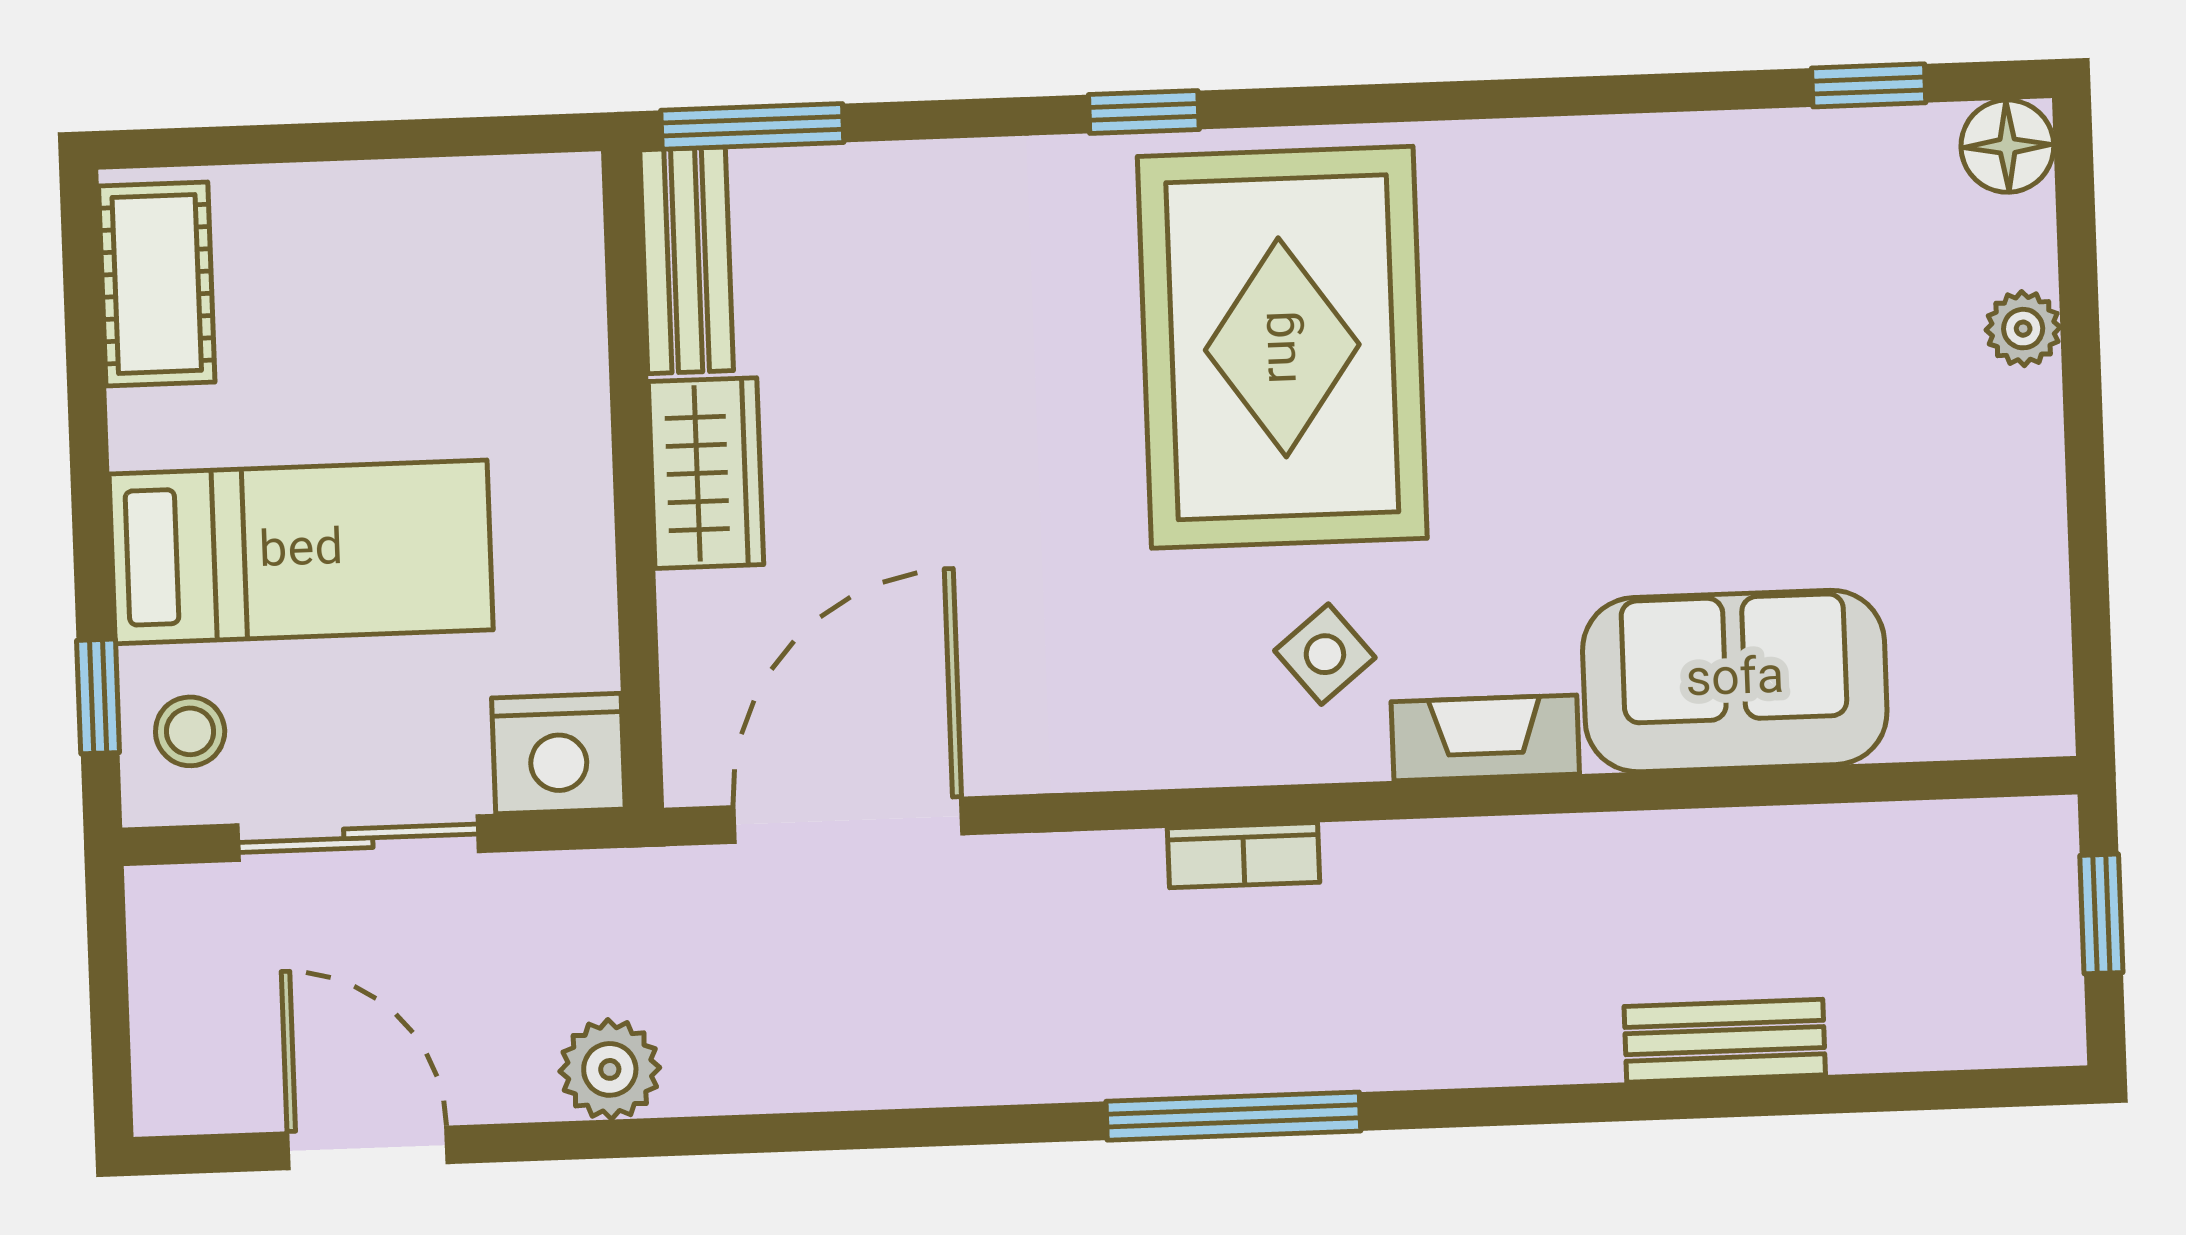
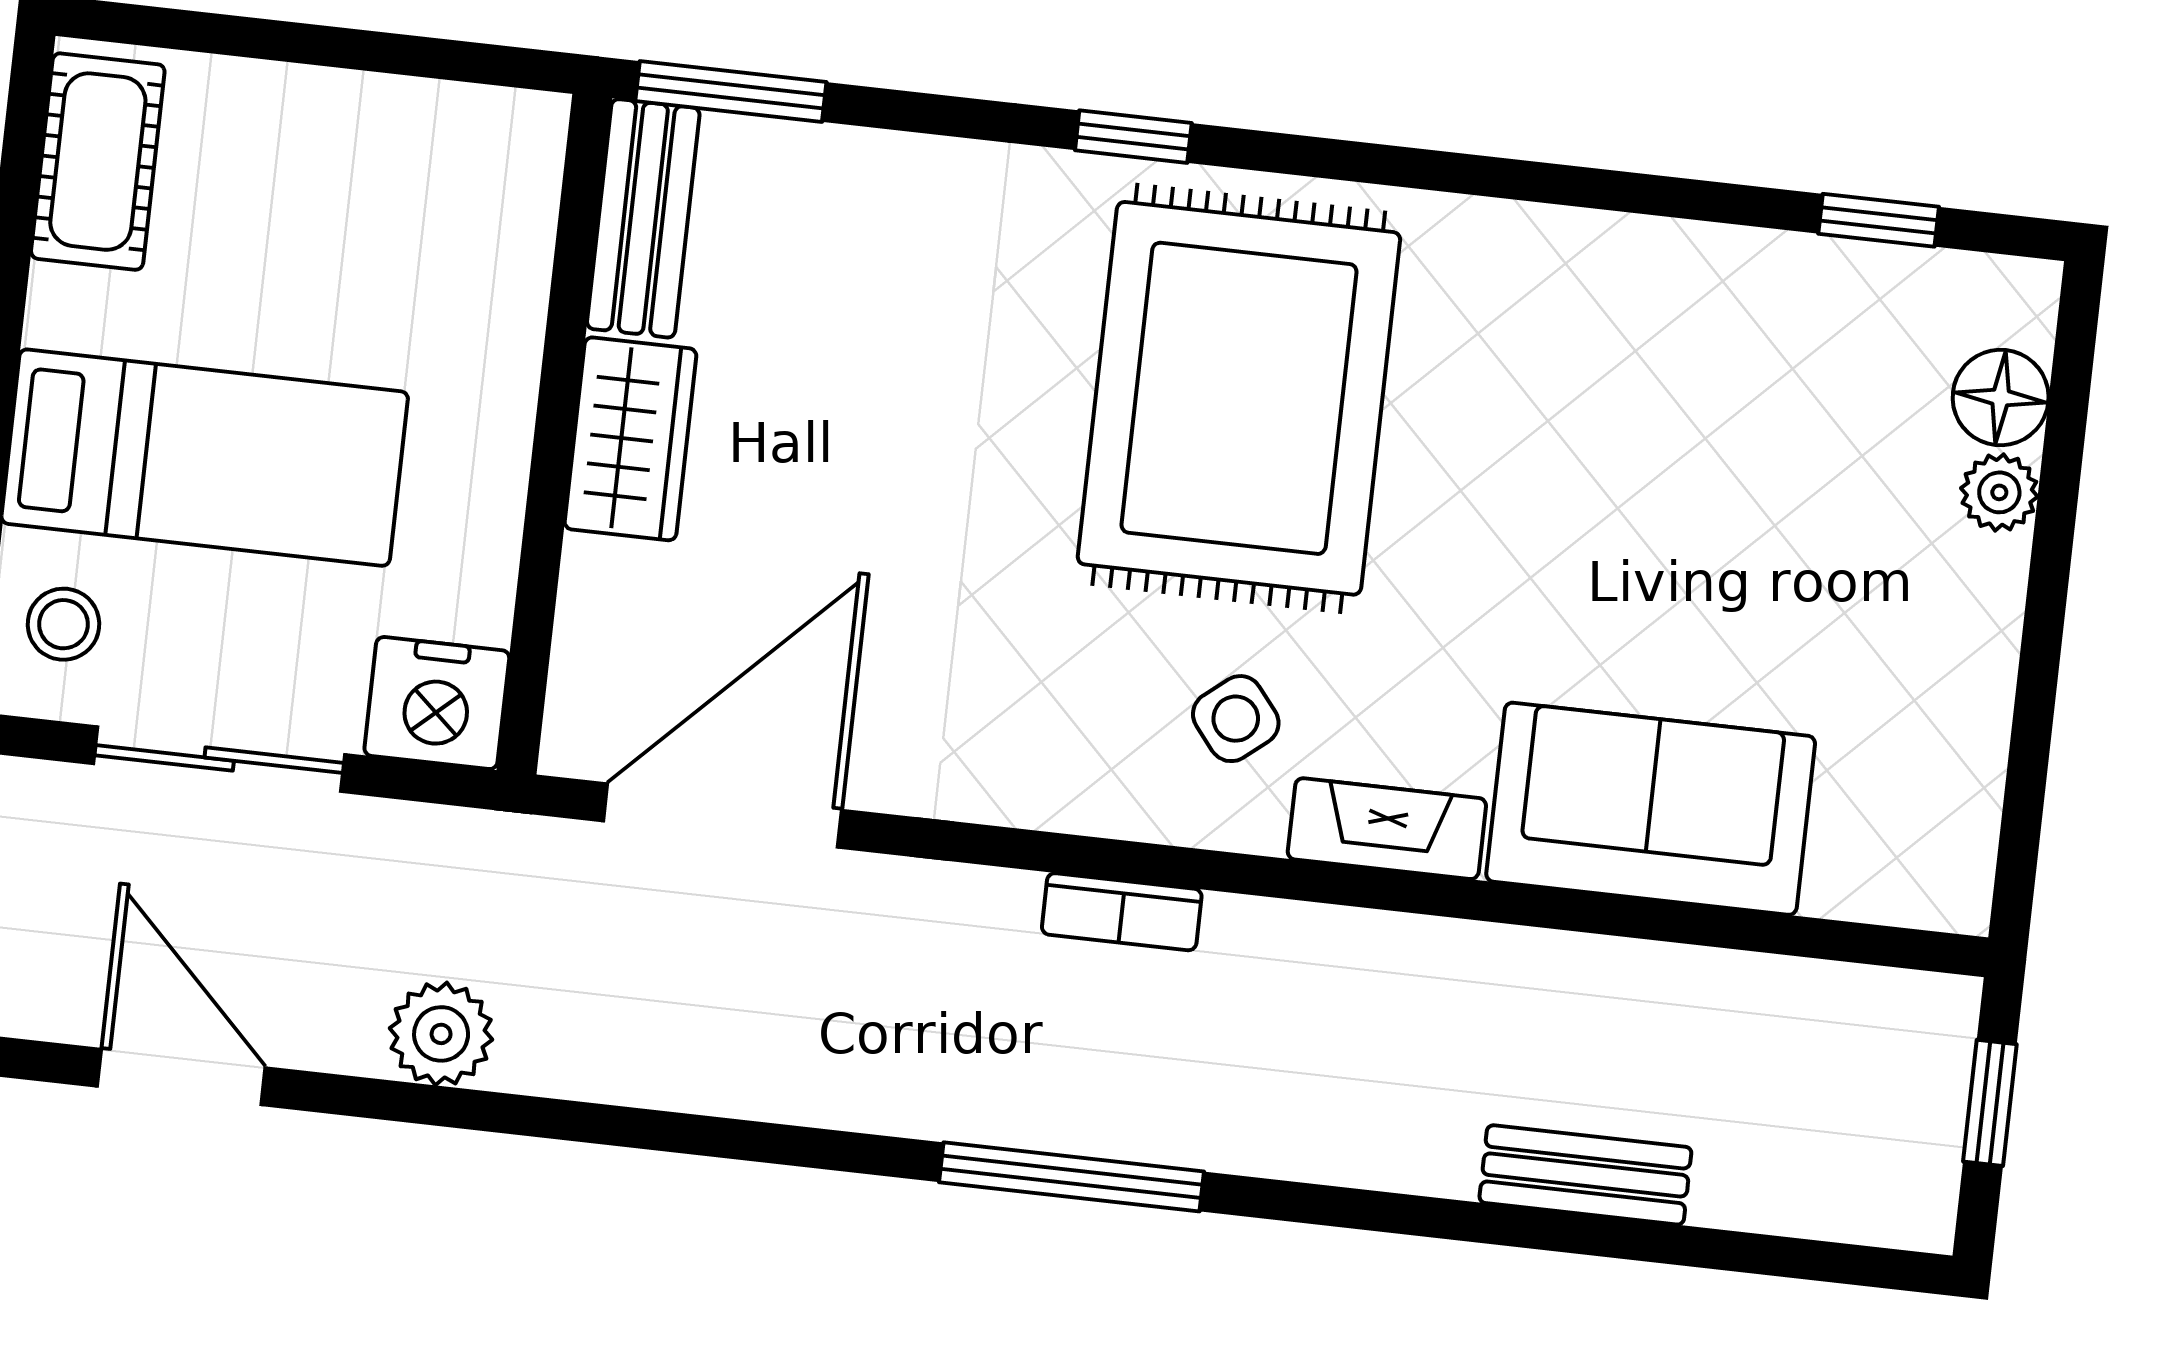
floor lamp: (2007, 146) -> (2001, 397), moved

